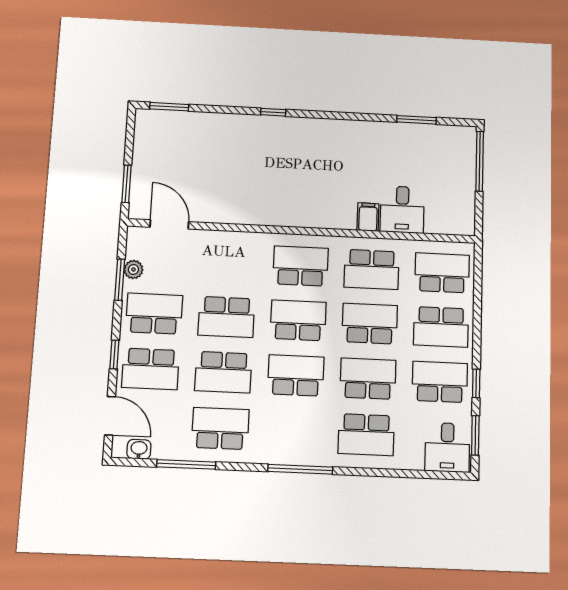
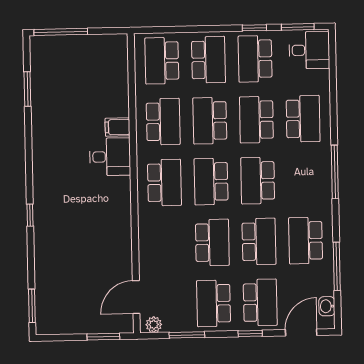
desk: (402, 210) -> (110, 157), moved
school desk: (301, 266) -> (164, 183), turned 180
plant: (133, 269) -> (154, 325), moved

